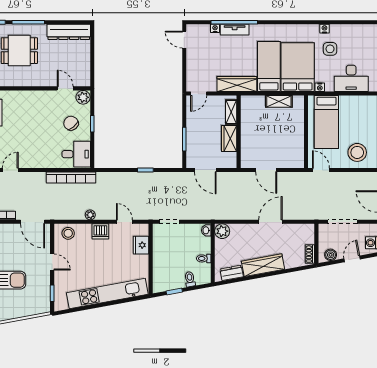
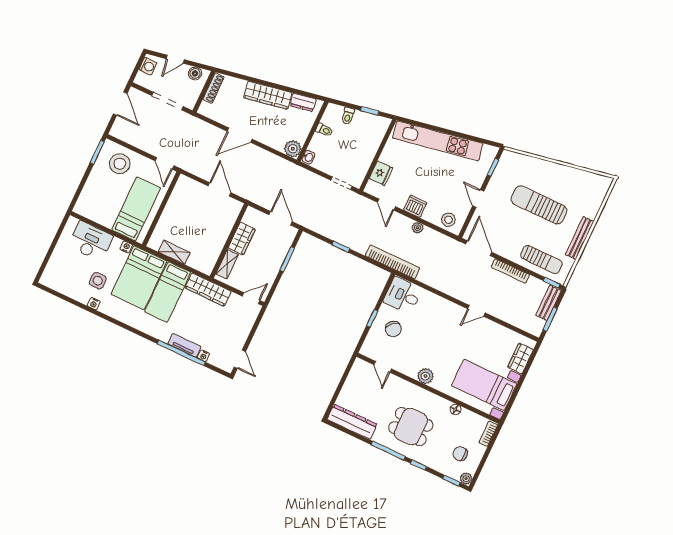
plant: (83, 97) -> (425, 376), moved
bookcase: (71, 178) -> (393, 262), moved
shoe rack: (310, 254) -> (214, 88), width x1.43

